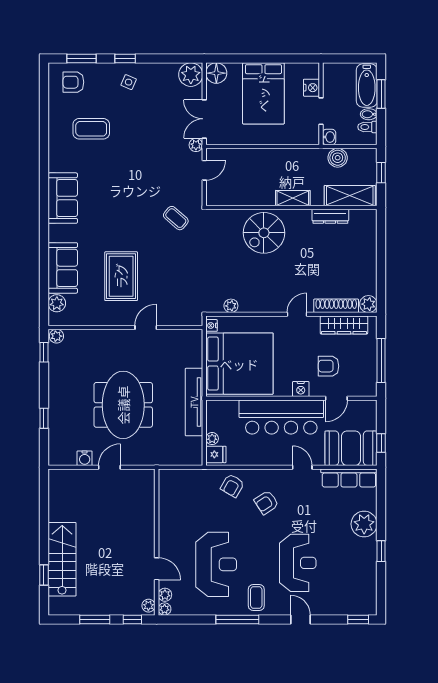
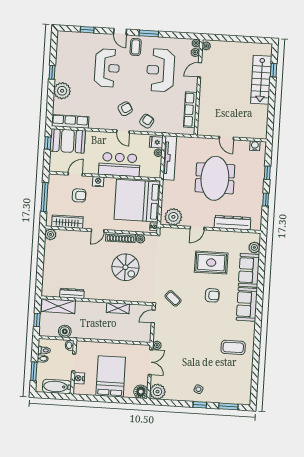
armchair: (73, 82) -> (212, 295), moved
bathtub: (367, 86) -> (57, 387), moved, turned -90
coffee table: (91, 129) -> (233, 347), moved
door: (204, 170) -> (153, 316), moved
sofa: (63, 198) -> (247, 304), moved
shelving: (293, 198) -> (118, 308), moved
spiral stairs: (264, 233) -> (125, 267), moved, turned 90
rug: (121, 276) -> (211, 263), turned 90
shoe rack: (336, 306) -> (121, 238), moved
plant: (56, 336) -> (173, 217), moved, width x1.87, depth x1.87
dresser: (92, 339) -> (233, 223), added
window: (44, 352) -> (266, 199), moved
tv unit: (194, 402) -> (170, 158), moved
bar counter: (281, 417) -> (119, 164), width x0.73
water cooler: (85, 458) -> (255, 146), moved
door: (109, 467) -> (226, 138), hinge flipped
door: (302, 467) -> (123, 132), moved
row of seats: (167, 507) -> (190, 110), added
reception desk: (298, 563) -> (107, 68), turned 180
door: (157, 569) -> (200, 70), hinge flipped
window: (95, 619) -> (242, 39), removed
window: (132, 619) -> (217, 38), removed
window: (237, 619) -> (149, 33), width x0.69
door: (300, 619) -> (120, 32), moved
window: (358, 619) -> (87, 30), moved

